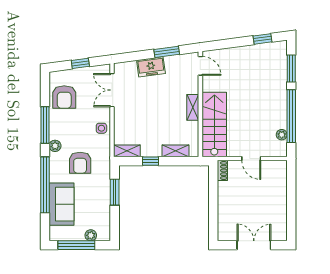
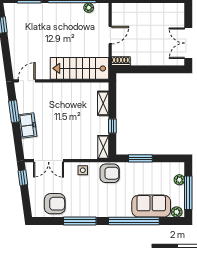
window: (80, 63) -> (23, 178), moved
shelving: (193, 107) -> (64, 88), removed
plant: (55, 146) -> (177, 212), moved
armchair: (80, 163) -> (110, 173), moved
double door: (254, 245) -> (188, 43), moved

